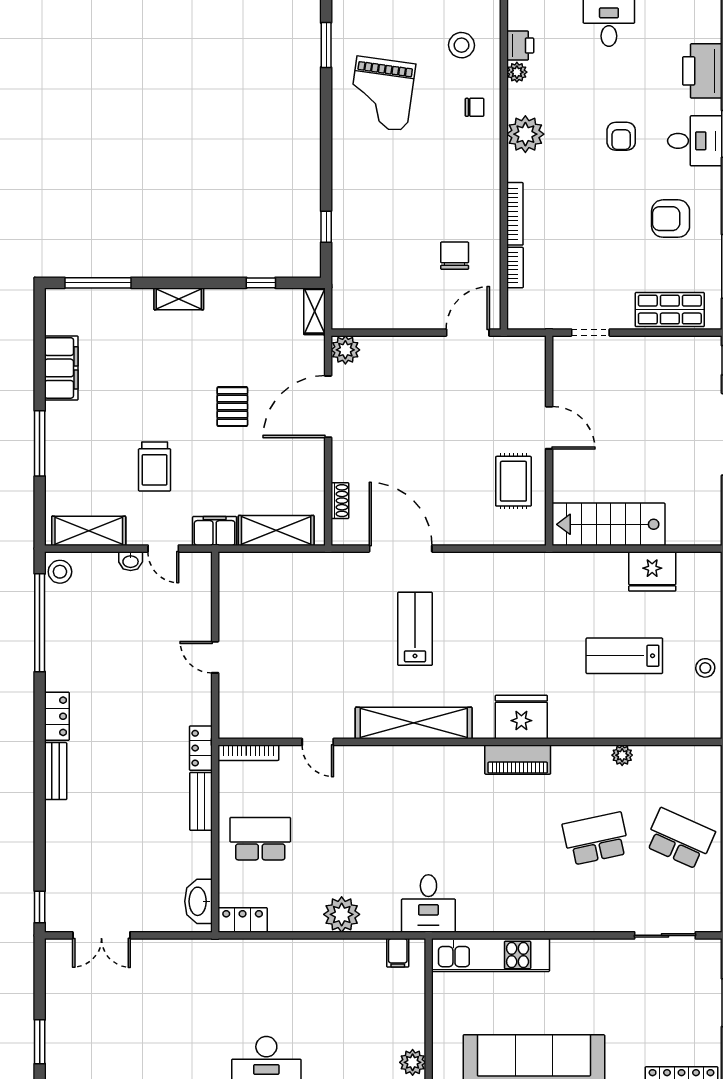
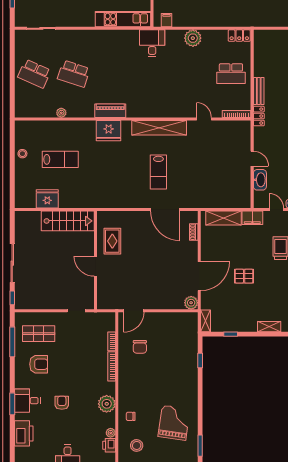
shop shelf: (670, 310) -> (39, 334), moved
pallet: (232, 407) -> (244, 276), turned 90
school desk: (596, 839) -> (74, 74), turned 30
washbasin: (198, 901) -> (260, 180), moved

